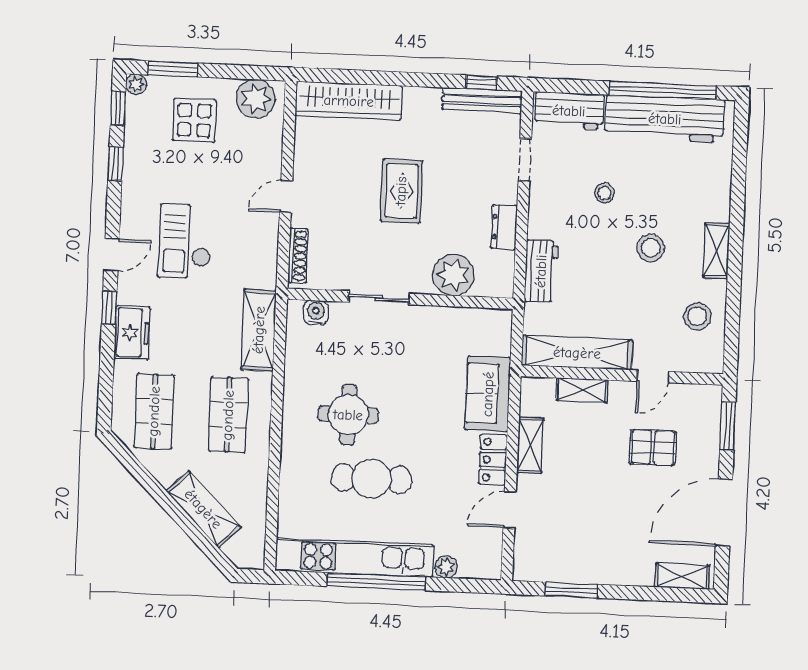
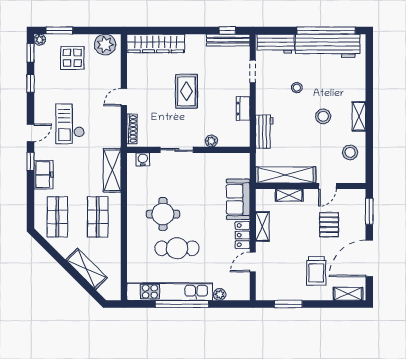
plant: (453, 275) -> (211, 141), width x0.53, depth x0.53
pallet: (653, 448) -> (329, 225), turned 90
trolley: (626, 531) -> (316, 271), added

